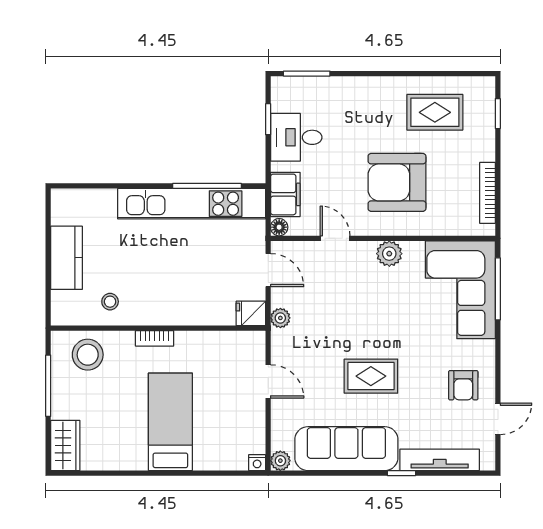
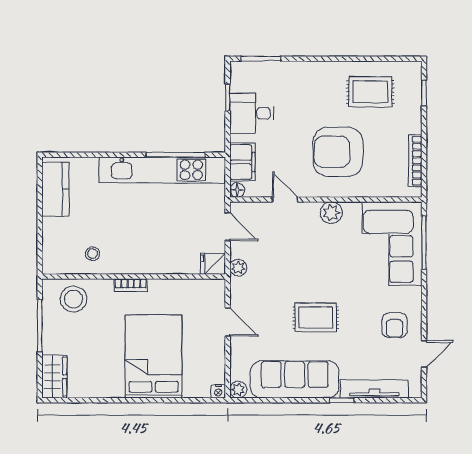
kitchen counter: (67, 258) -> (55, 189), moved
bed: (170, 422) -> (154, 356), width x1.50

